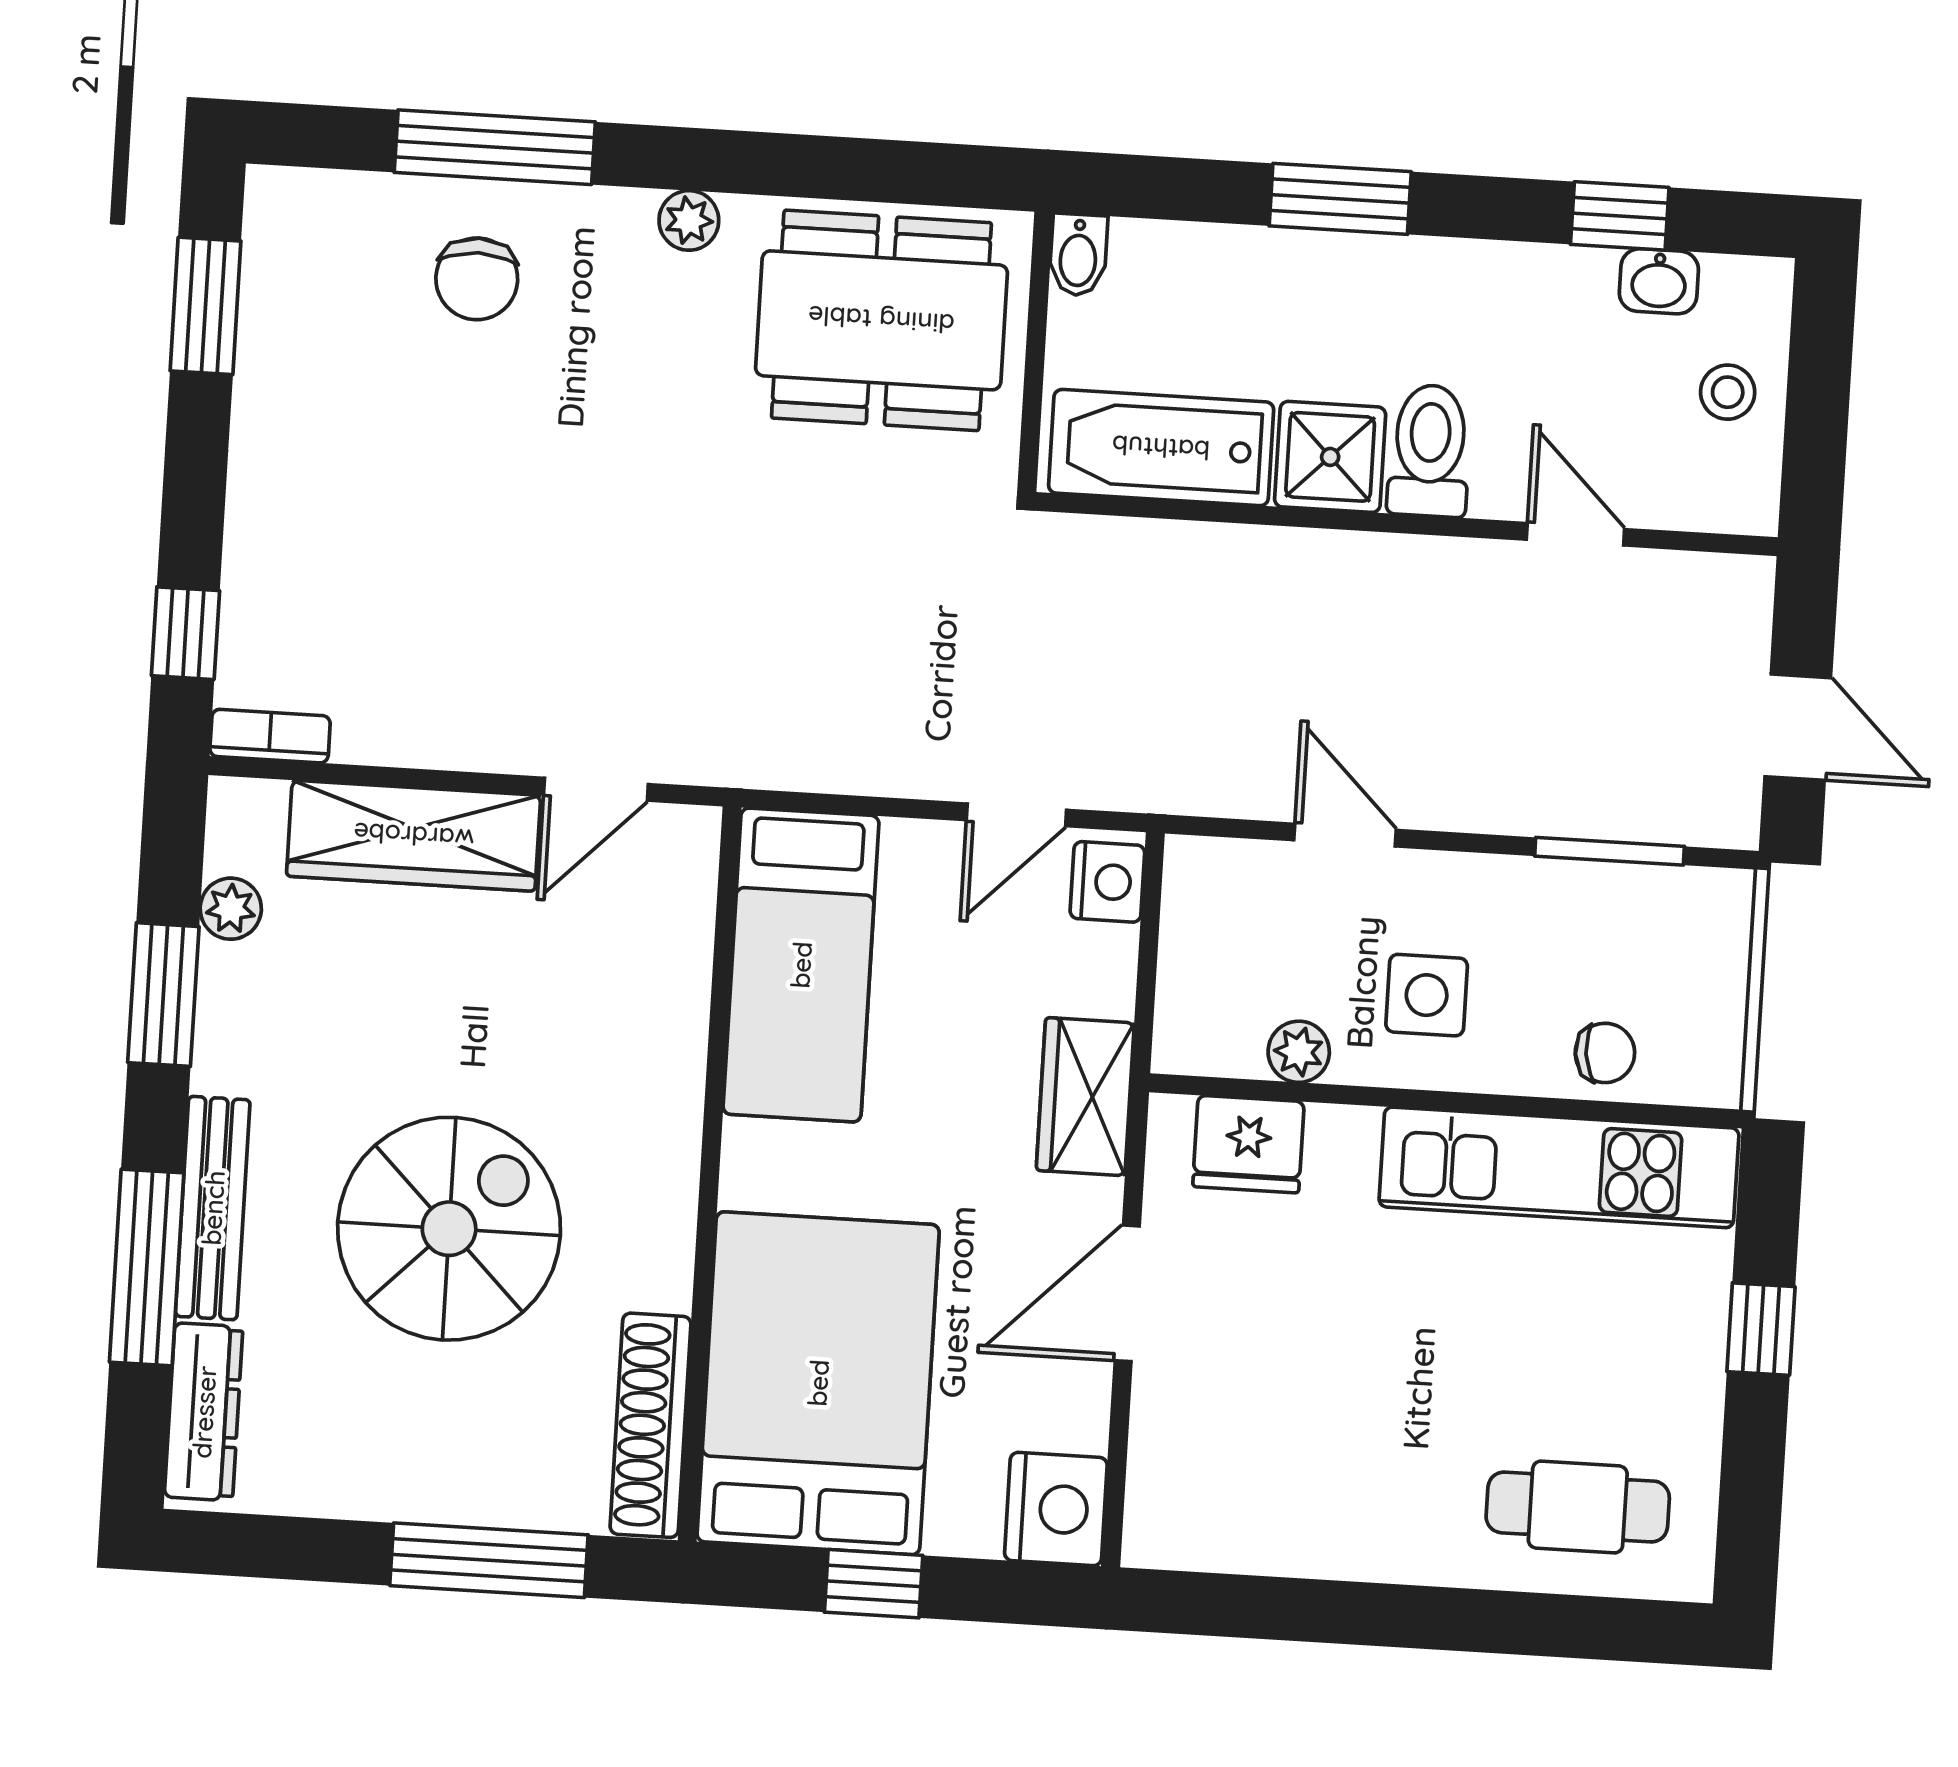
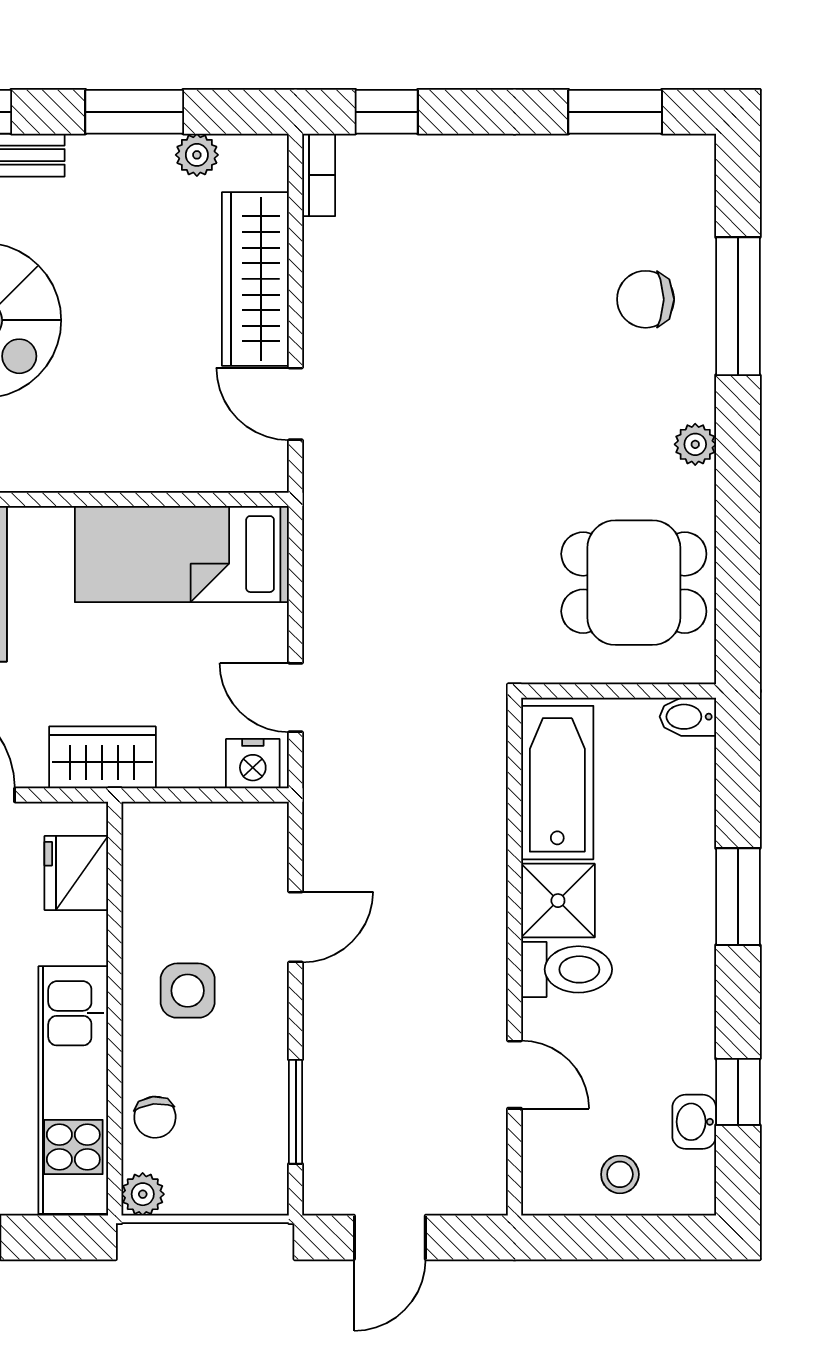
dining table: (881, 320) -> (634, 583), width x0.73
door: (1575, 534) -> (515, 1075), hinge flipped
plant: (1299, 1052) -> (143, 1194), moved

